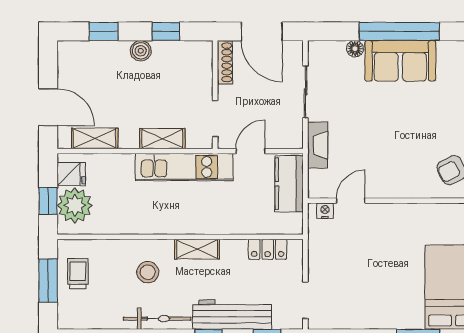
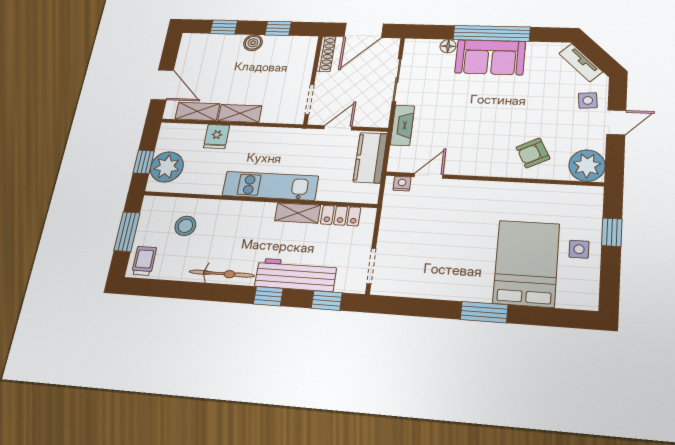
door: (262, 31) -> (364, 30), hinge flipped
shelving: (162, 139) -> (240, 113), moved
kitchen unit: (184, 167) -> (270, 186), moved, turned 180
fridge: (71, 174) -> (217, 137), moved, turned 90
shelving: (197, 249) -> (298, 213), moved
stool: (148, 272) -> (185, 226), moved
trolley: (78, 273) -> (144, 261), moved

